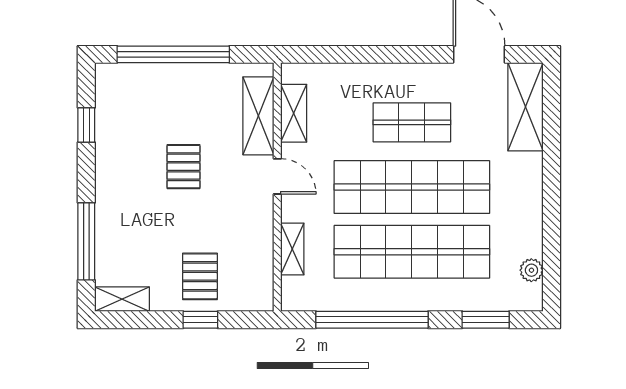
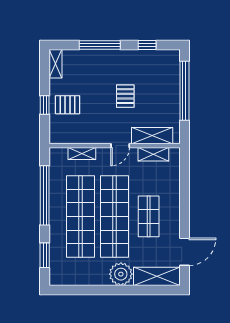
pallet: (183, 167) -> (125, 96), turned 90
window: (86, 241) -> (100, 45), moved
plant: (531, 270) -> (121, 274), moved, width x1.88, depth x1.88

